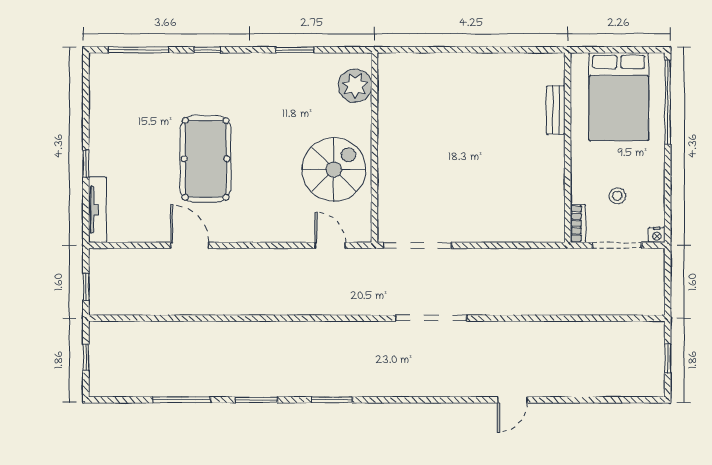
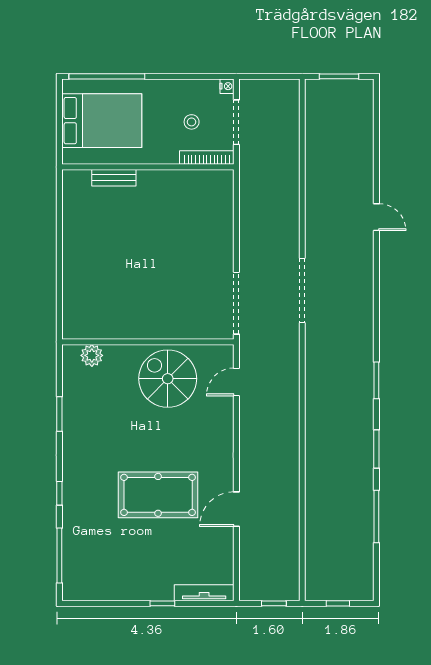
plant: (355, 86) -> (92, 355), width x0.73, depth x0.73
bookcase: (578, 223) -> (207, 158), width x1.56
window: (668, 359) -> (339, 76), width x1.50

